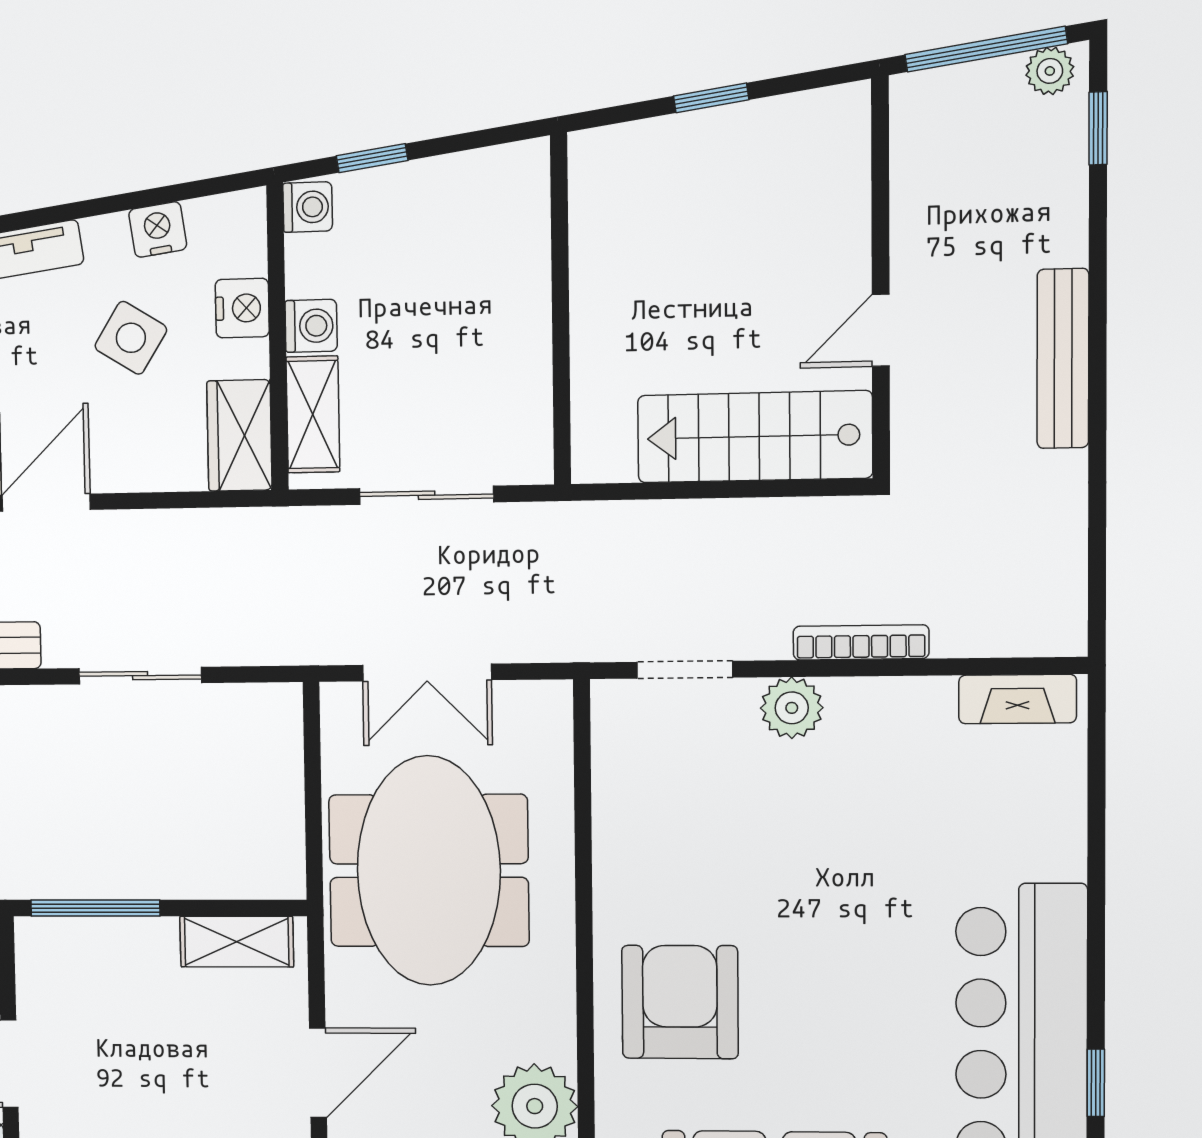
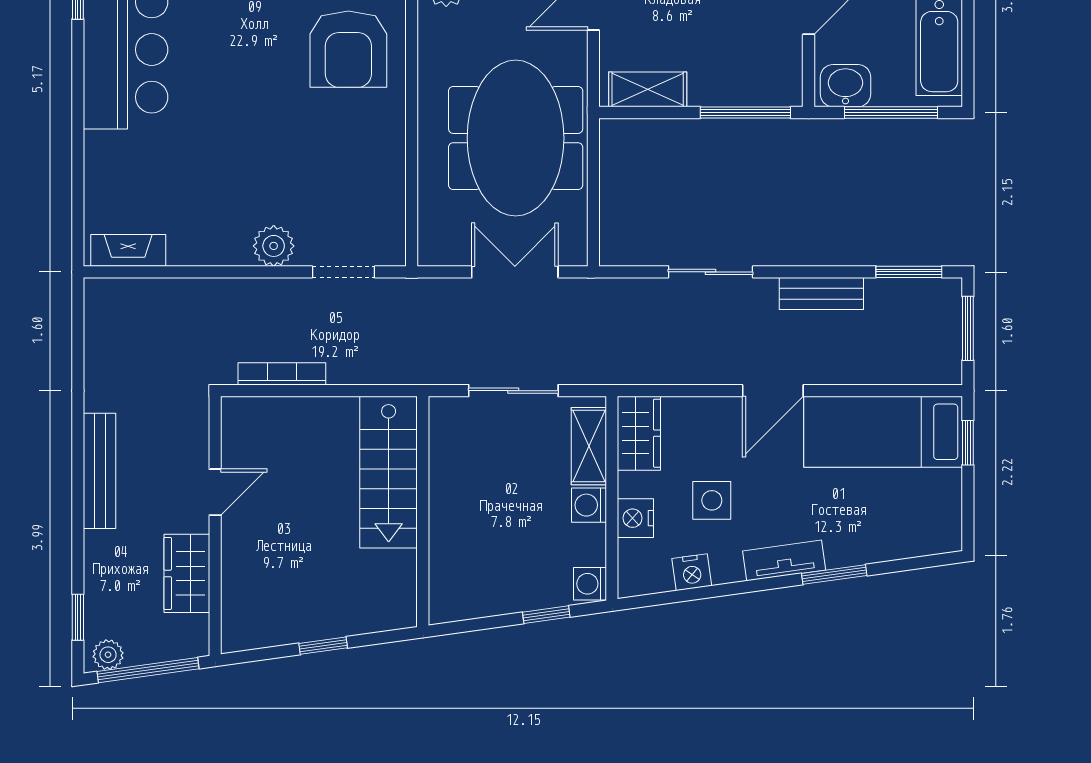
wardrobe: (925, 203) -> (187, 573), added
side table: (131, 338) -> (712, 500), turned -32
stairs: (755, 437) -> (389, 472), moved, turned 90
bookcase: (861, 642) -> (282, 374), moved, turned 180

